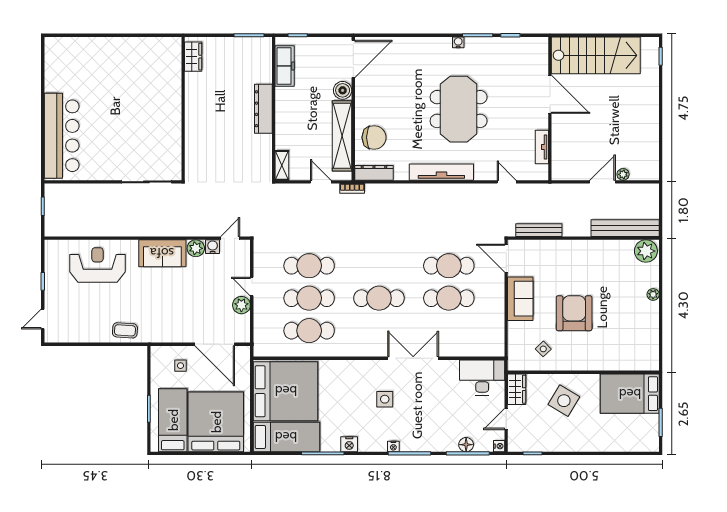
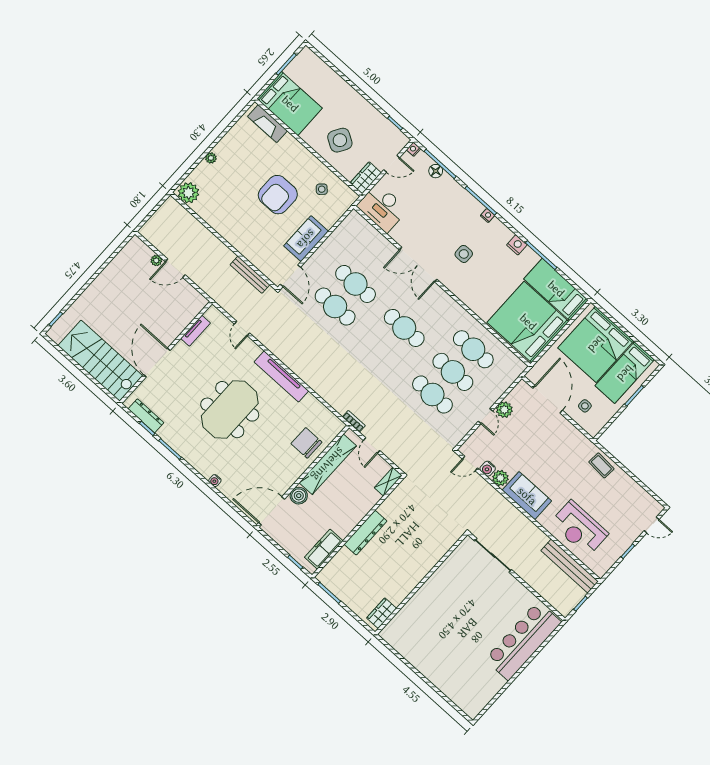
water cooler: (458, 42) -> (215, 481), moved
dresser: (374, 173) -> (146, 416), moved, turned 180
bench: (625, 228) -> (570, 566), moved
fireplace: (633, 362) -> (267, 124), added

